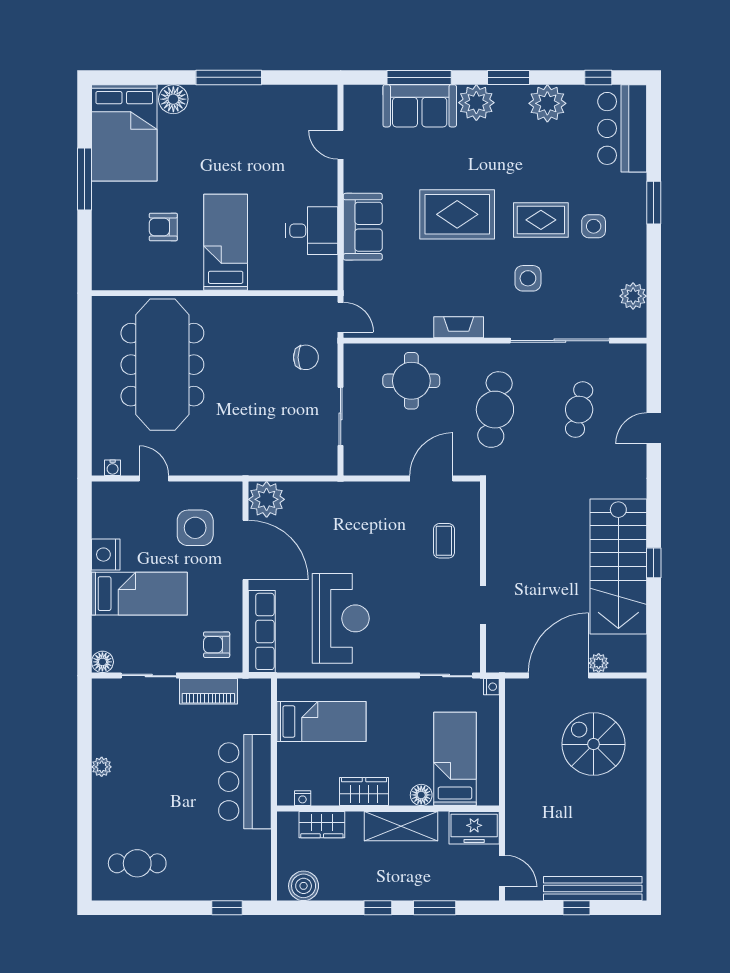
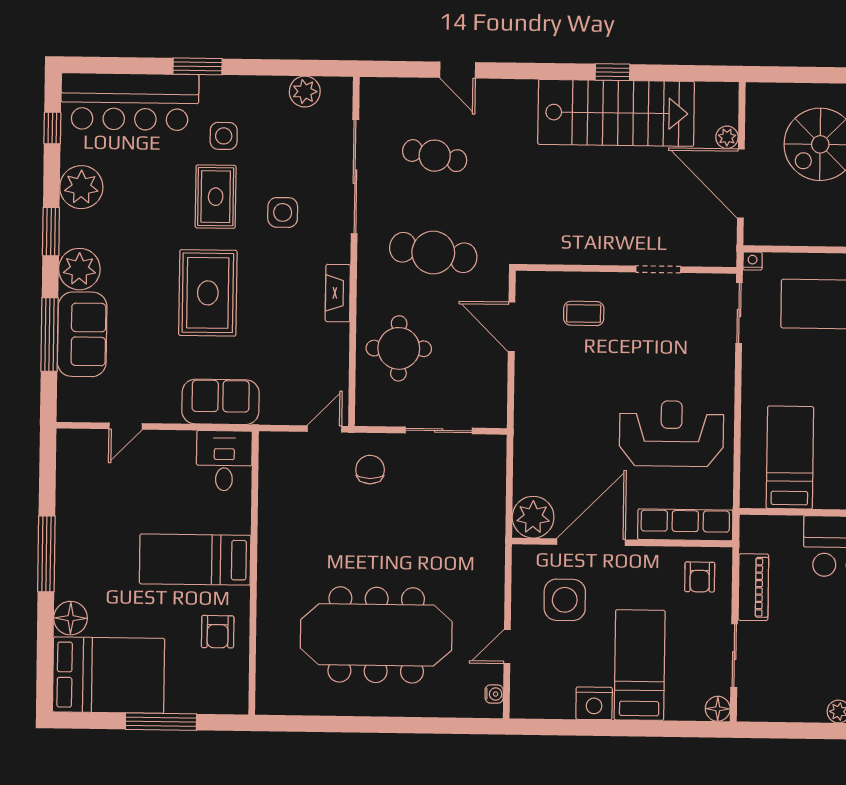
bar counter: (622, 128) -> (130, 102), width x1.36
bed: (226, 242) -> (195, 560), moved
wall: (215, 293) -> (254, 573), moved

